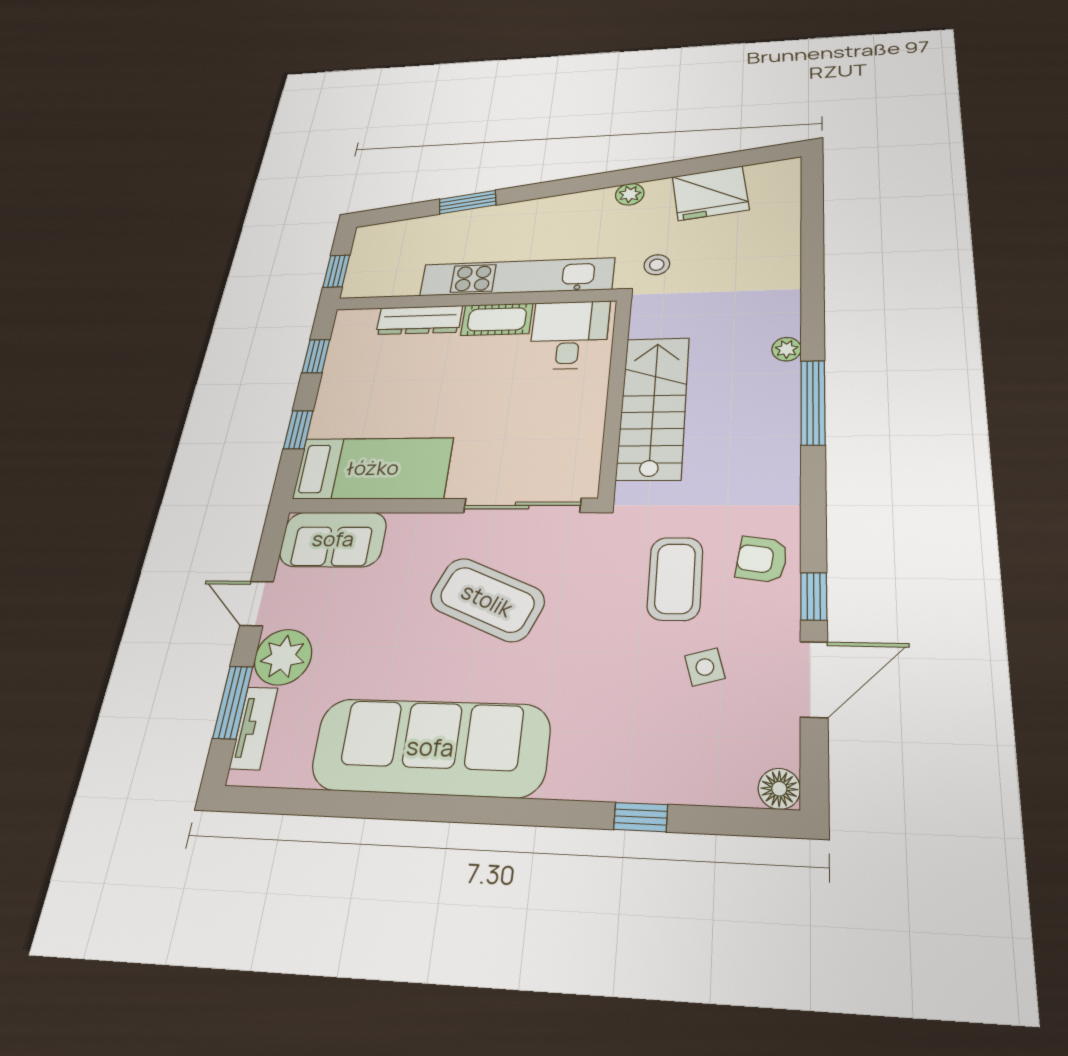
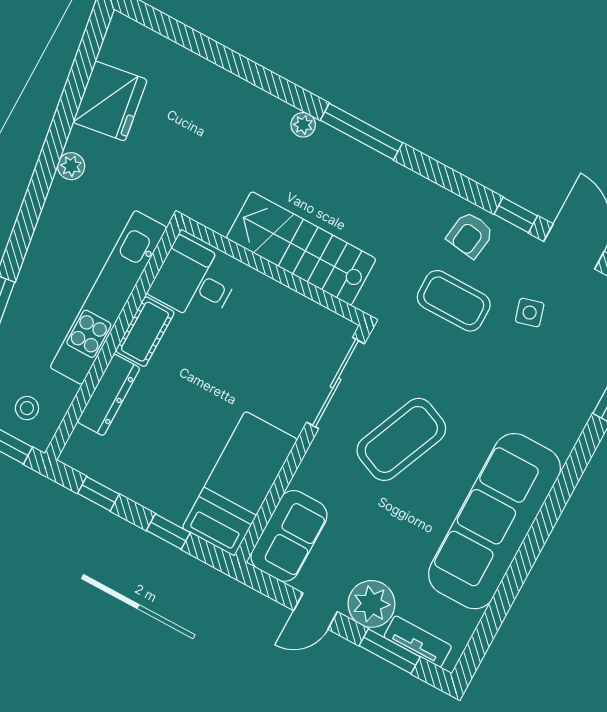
stool: (657, 265) -> (27, 408), moved

